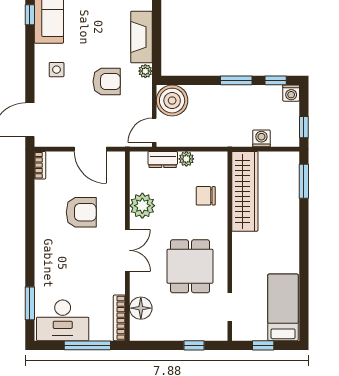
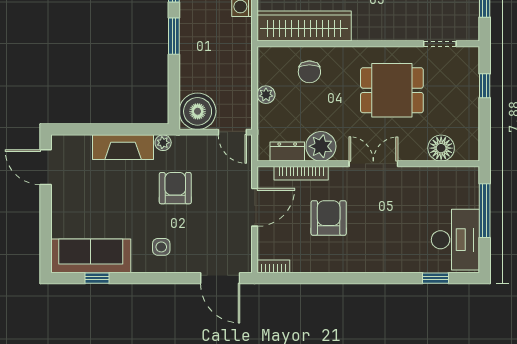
dresser: (163, 160) -> (287, 152), moved, turned -90
window: (30, 303) -> (435, 278), width x0.67
bookcase: (119, 318) -> (301, 173), moved

